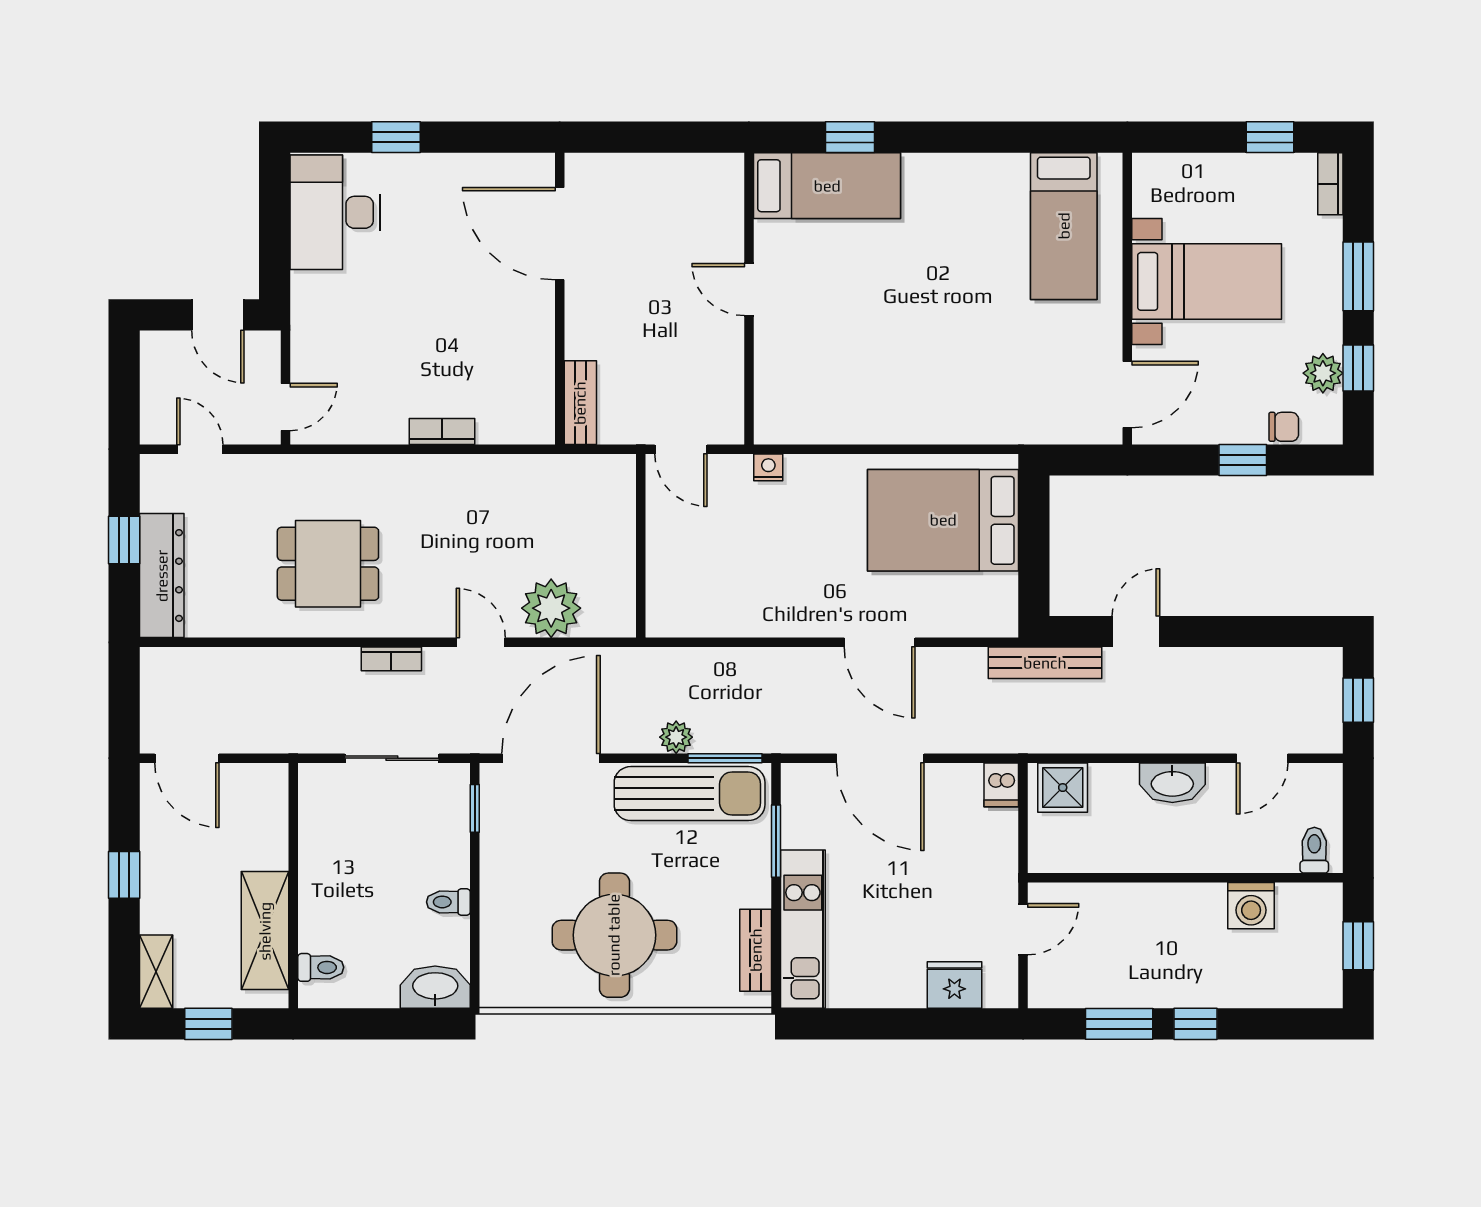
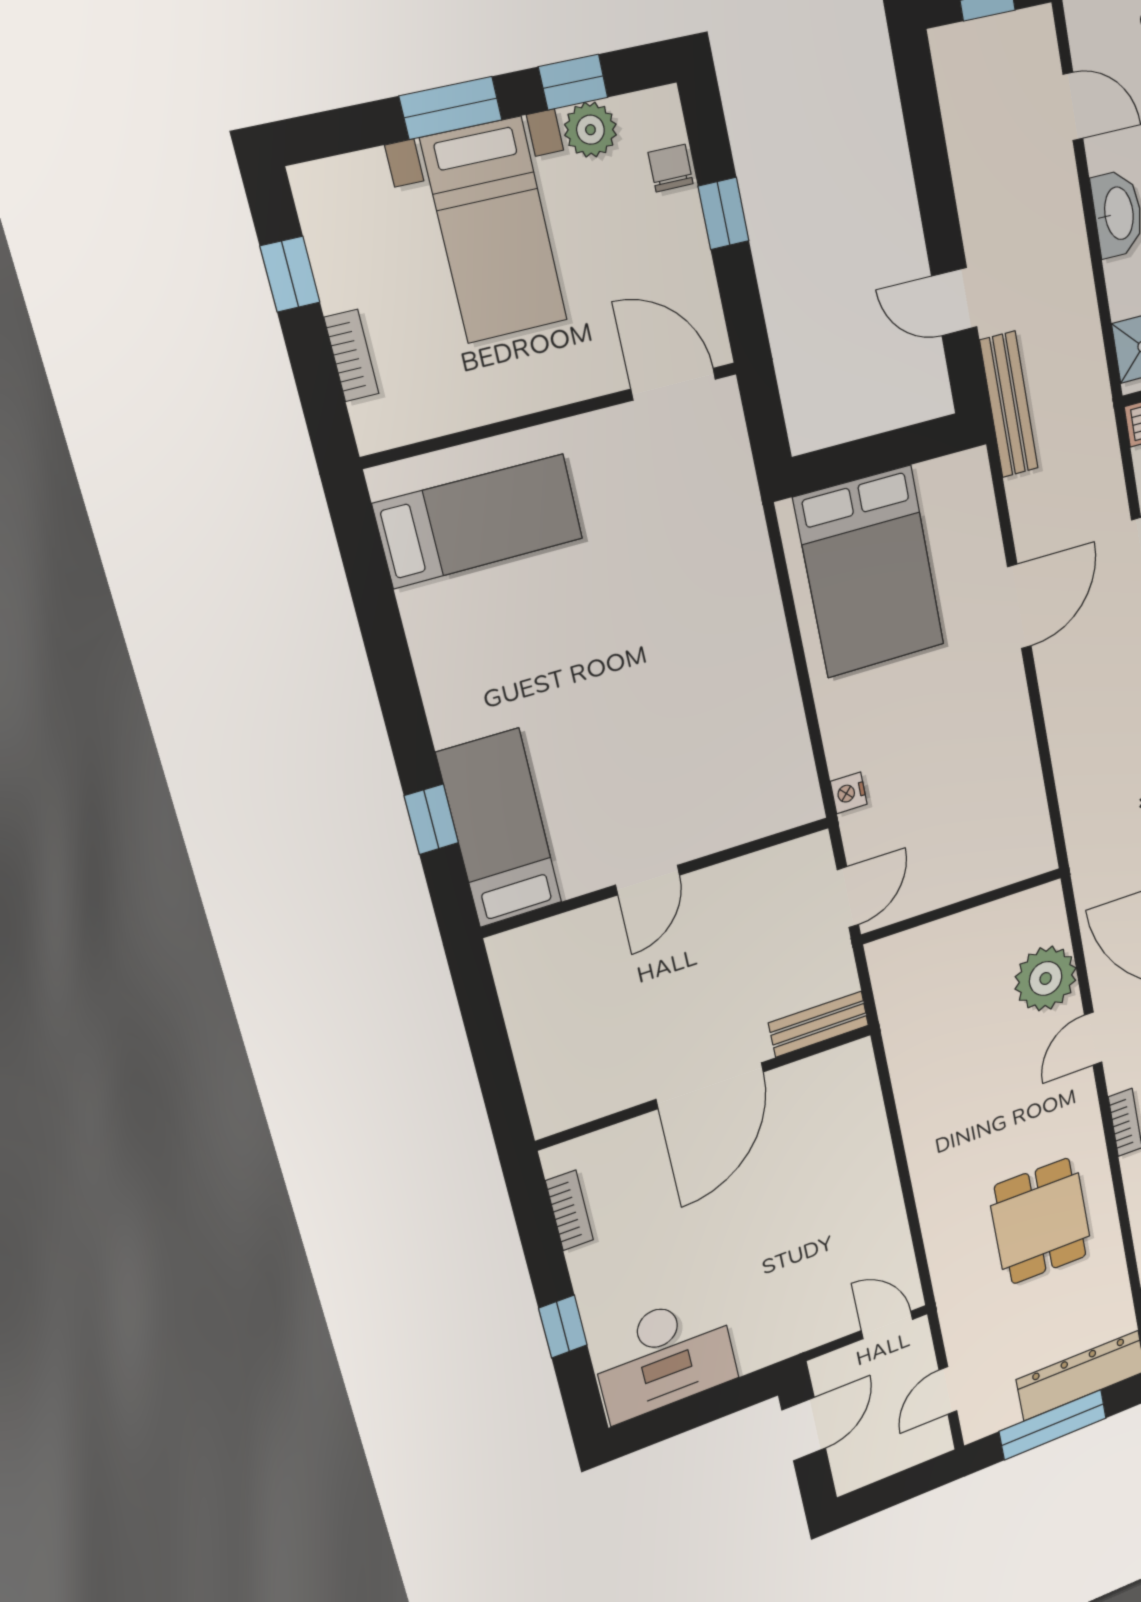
bookcase: (1330, 184) -> (352, 355), moved, turned -90
door: (560, 234) -> (710, 1086), moved
bed with nightstands: (1207, 281) -> (494, 230), moved, turned 180
bookcase: (442, 432) -> (569, 1210), moved, turned 180
window: (124, 540) -> (1053, 1425), width x2.17

